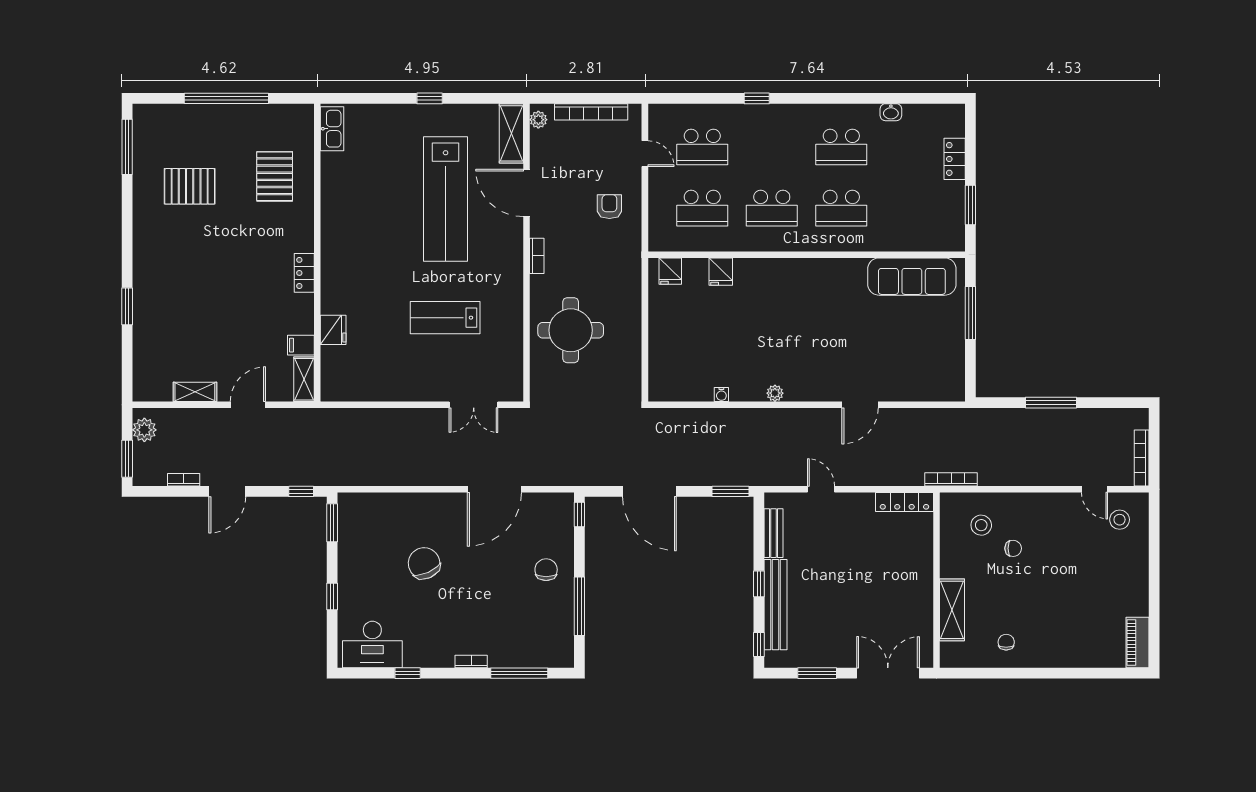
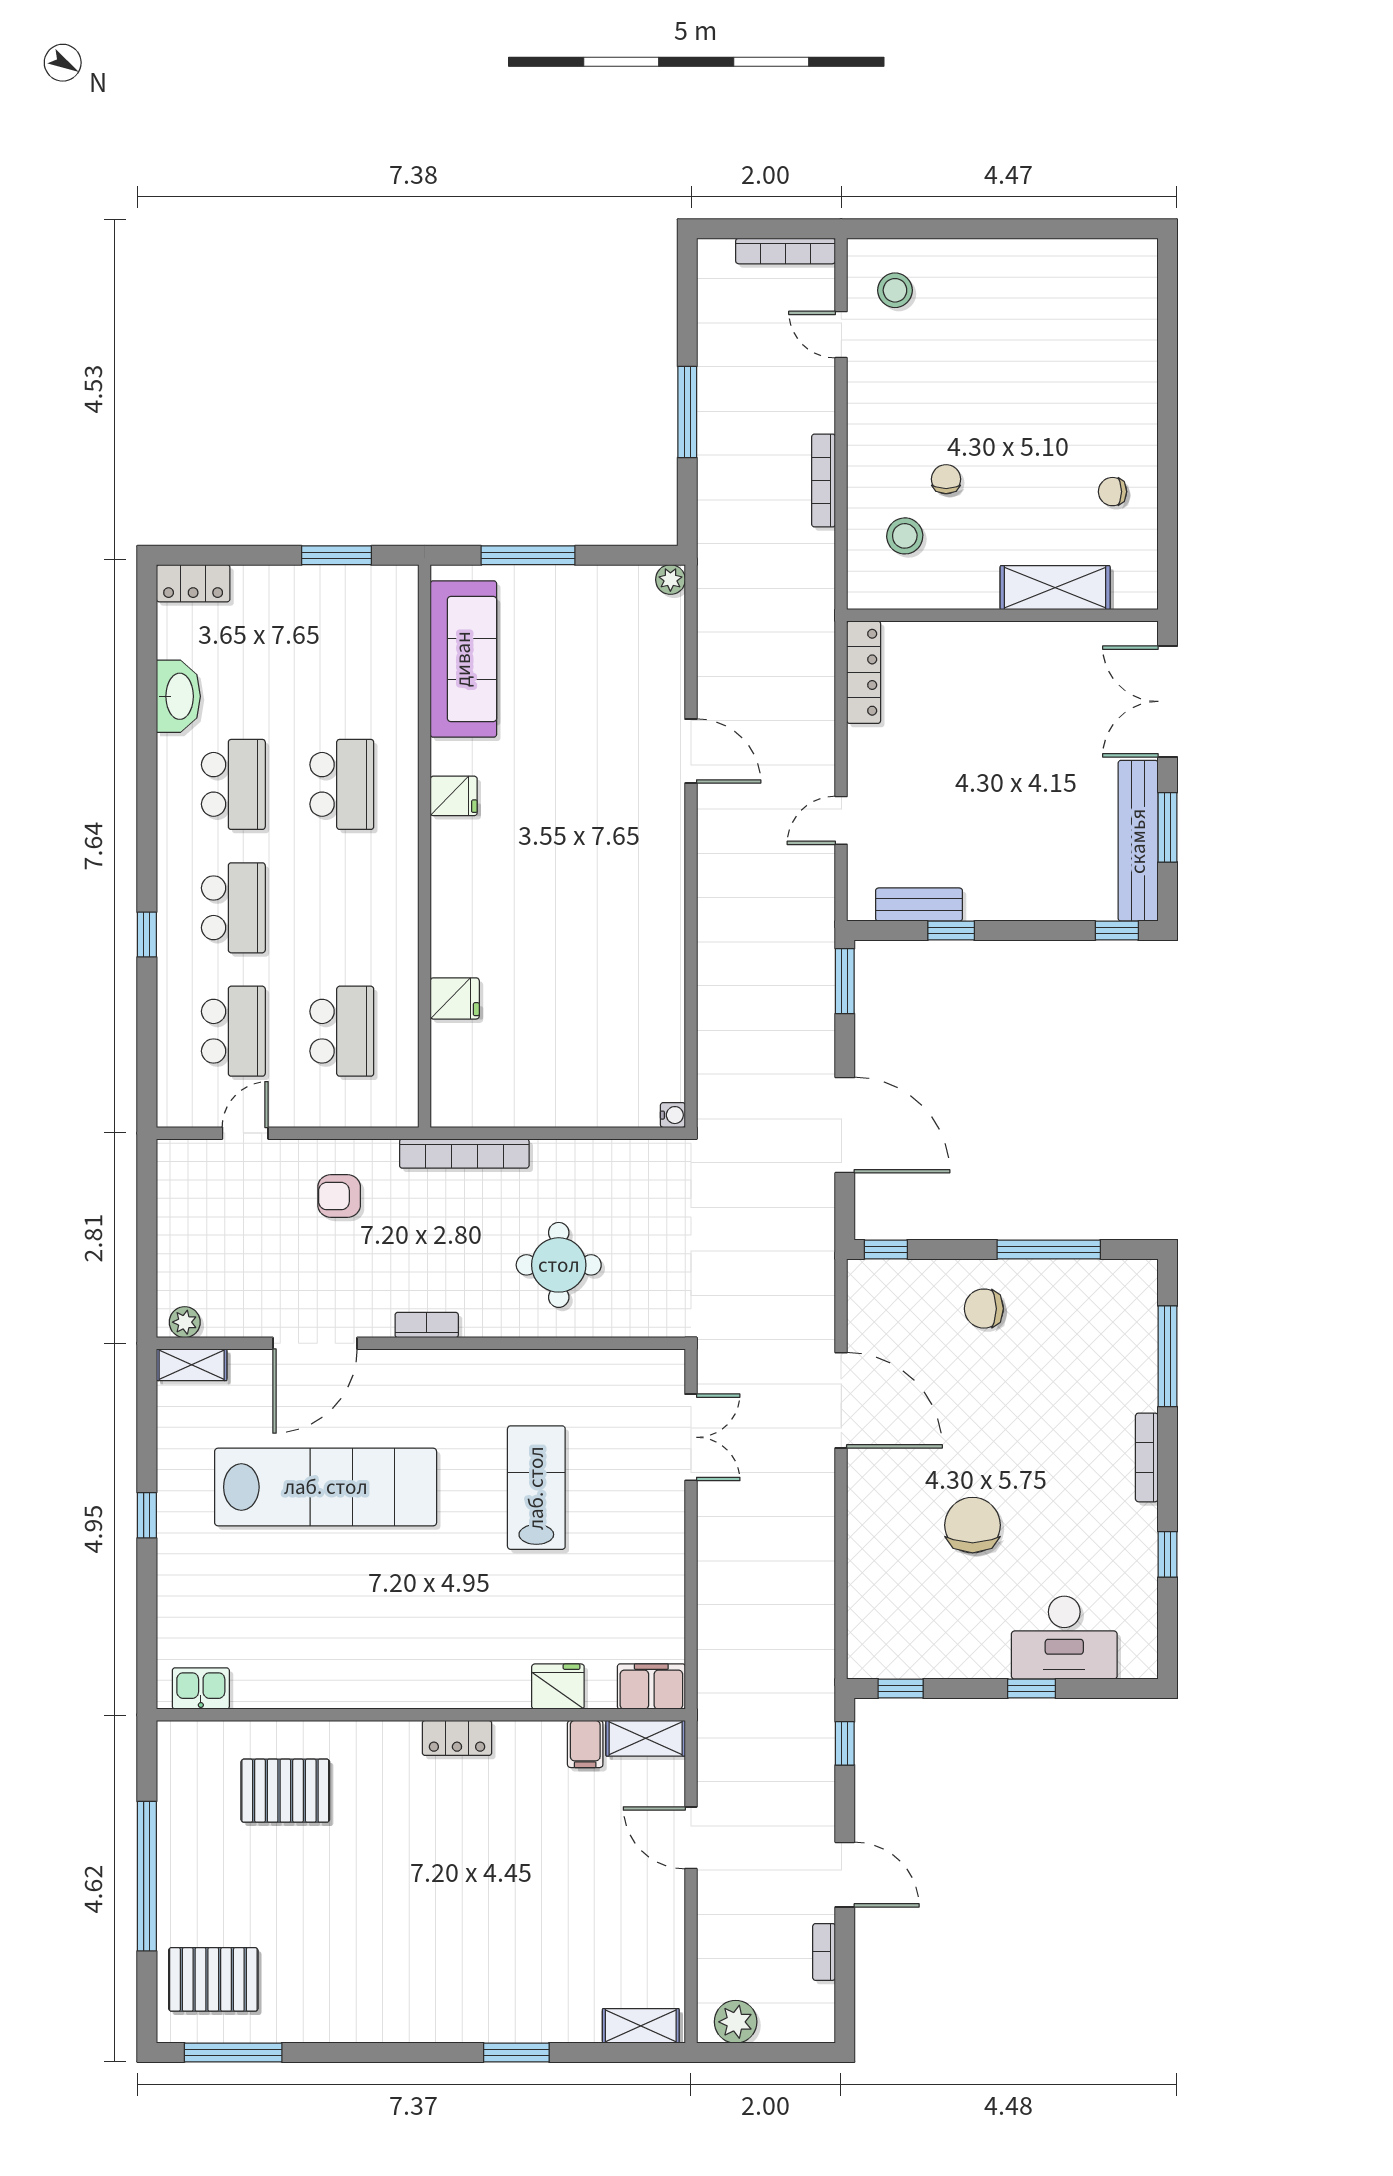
bookcase: (591, 112) -> (464, 1153), moved, turned 90
washbasin: (891, 112) -> (178, 696), width x1.91, depth x1.45
kitchen sink: (332, 129) -> (201, 1688), width x0.73
shelving: (511, 133) -> (192, 1365), width x0.67, depth x0.75
locker: (955, 159) -> (193, 583), moved
pallet: (190, 186) -> (213, 1979), moved, turned 90
school desk: (772, 208) -> (233, 908), moved
fridge: (670, 271) -> (454, 796), moved
lab bench: (445, 318) -> (536, 1488), turned 180
round table: (571, 330) -> (559, 1265), width x0.73, depth x0.73
filing cabinet: (333, 382) -> (651, 1686), added
shelving: (195, 392) -> (641, 2026), moved, turned 90
plant: (775, 393) -> (670, 580), moved
water cooler: (721, 395) -> (673, 1115), moved
window: (127, 459) -> (787, 2052), removed
bookcase: (951, 479) -> (824, 480), moved
door: (1095, 489) -> (841, 335), swing flipped
door: (649, 491) -> (845, 1125), hinge flipped
window: (332, 523) -> (901, 1689), width x0.67
chair: (424, 563) -> (973, 1525), turned 114
window: (759, 584) -> (951, 931), moved
bench: (776, 605) -> (1138, 841), moved, turned 90
piano: (1138, 642) -> (1113, 258), removed
desk: (372, 644) -> (1064, 1638), moved, turned 90
bookcase: (471, 661) -> (1147, 1457), width x1.56

